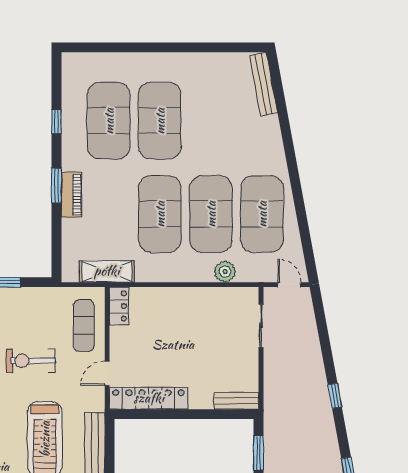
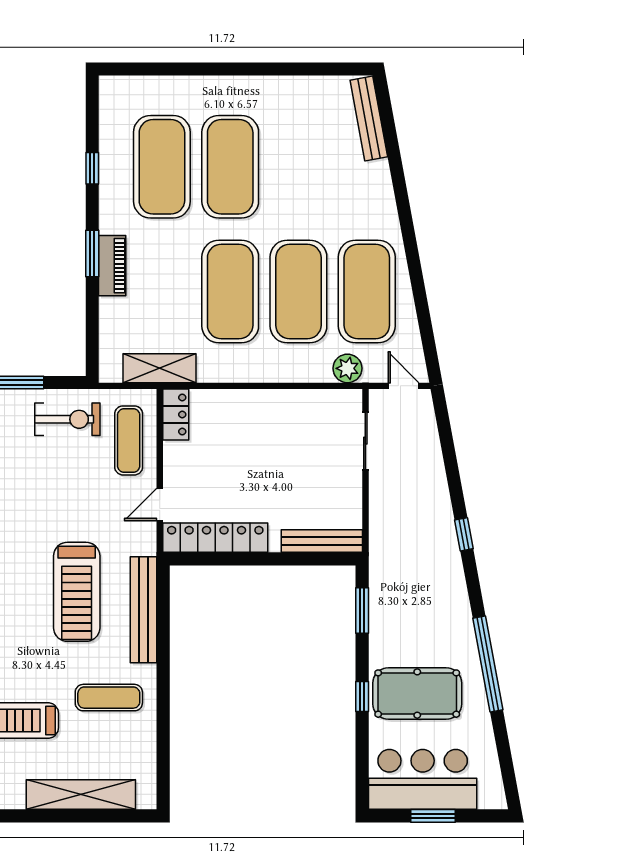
plant: (225, 272) -> (347, 368), moved
exercise bike: (31, 361) -> (67, 419), moved, turned 180
bench: (236, 401) -> (322, 541), width x1.36

